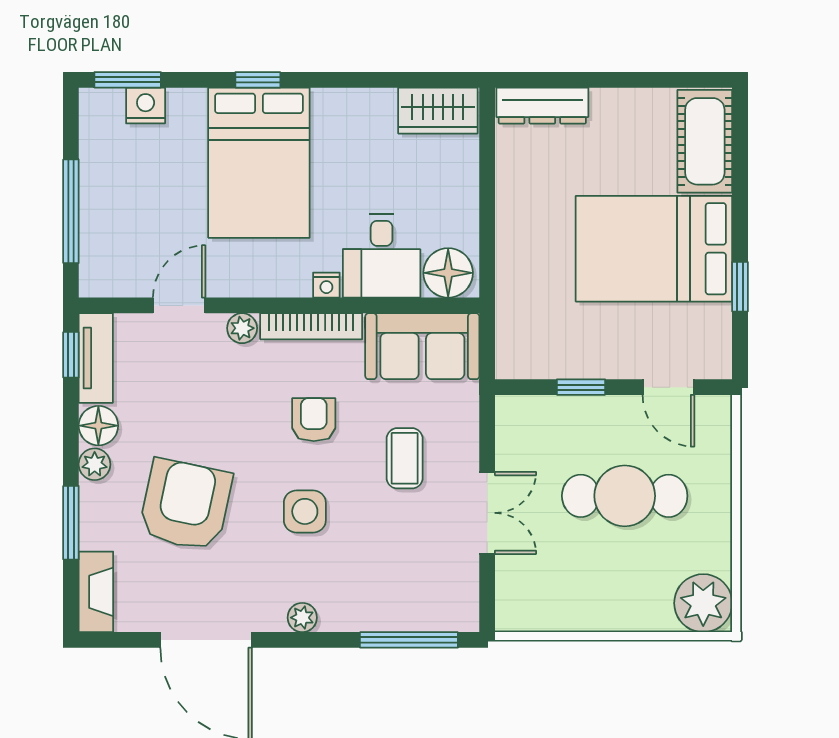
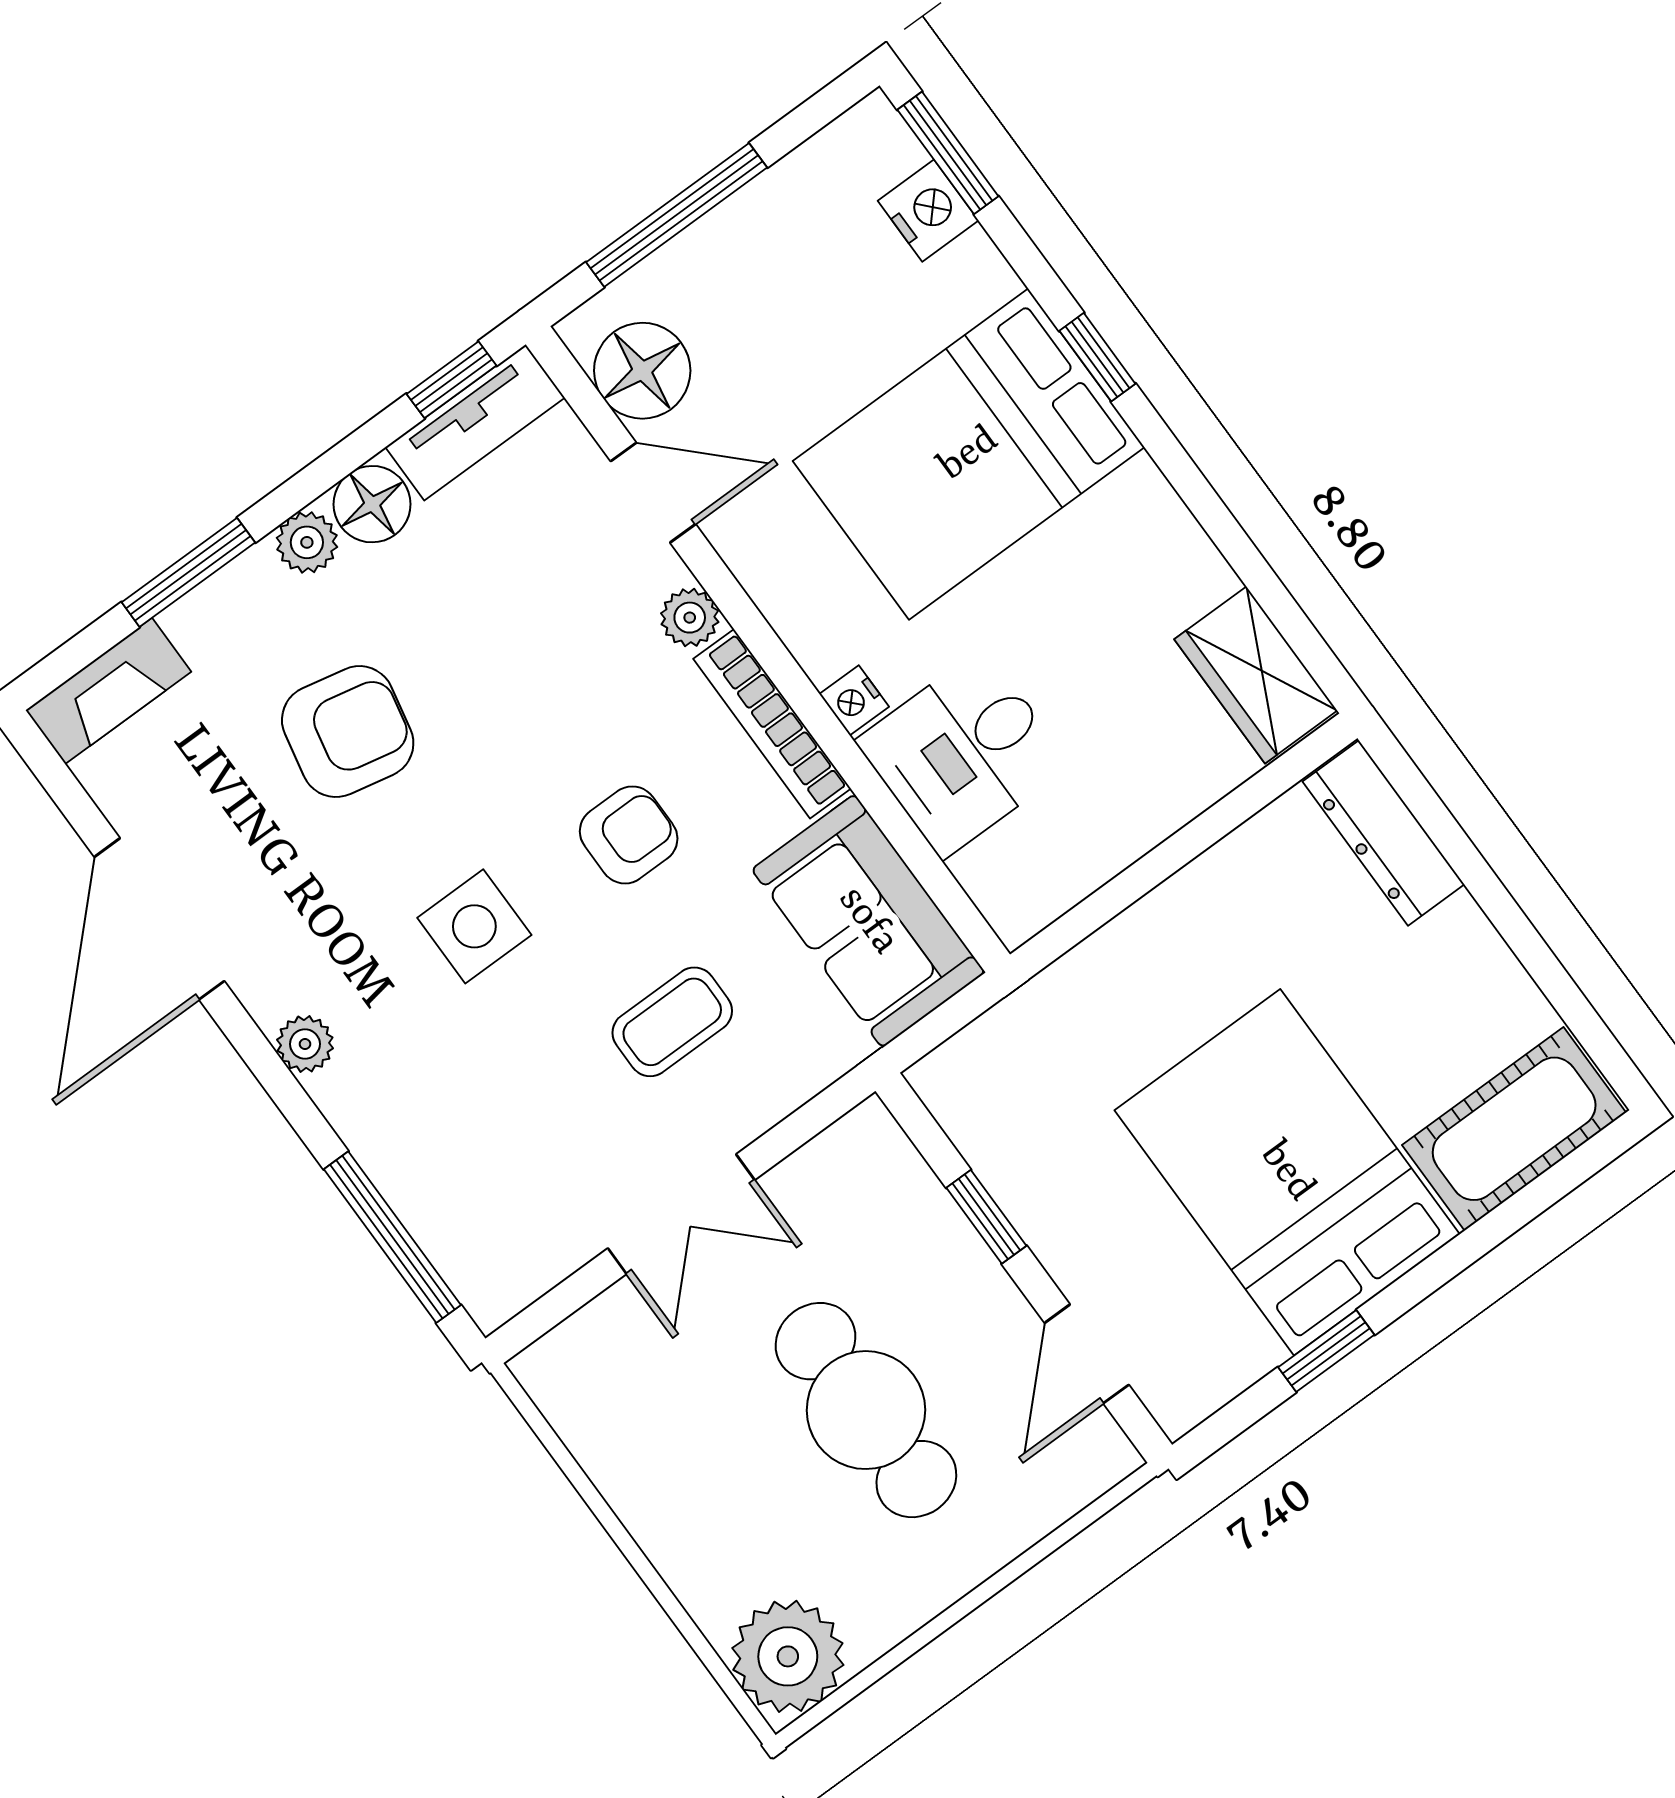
floor lamp: (448, 273) -> (642, 371), moved
armchair: (185, 505) -> (348, 732), width x0.73, depth x0.73

